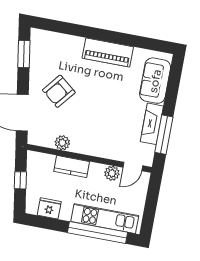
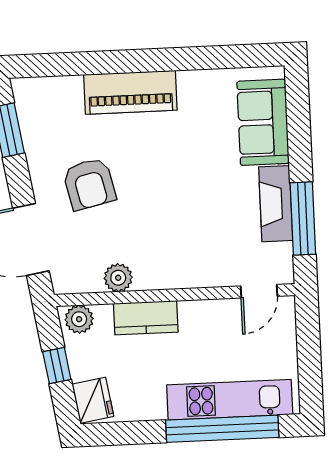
piano: (108, 52) -> (130, 92), moved
armchair: (59, 91) -> (89, 184), turned -52
plant: (112, 173) -> (79, 319), moved
fridge: (49, 208) -> (93, 400), moved, turned 81

